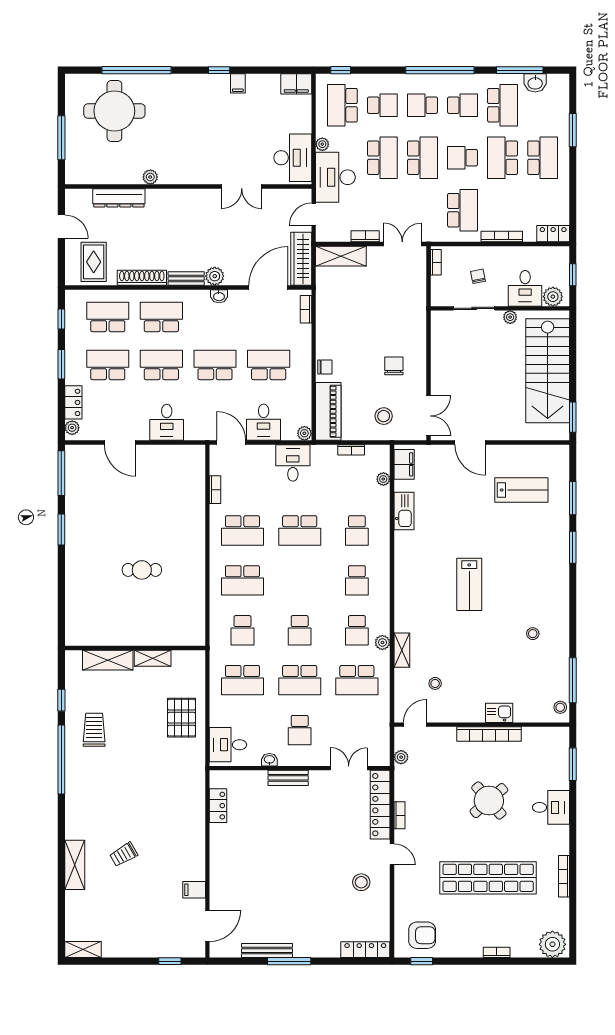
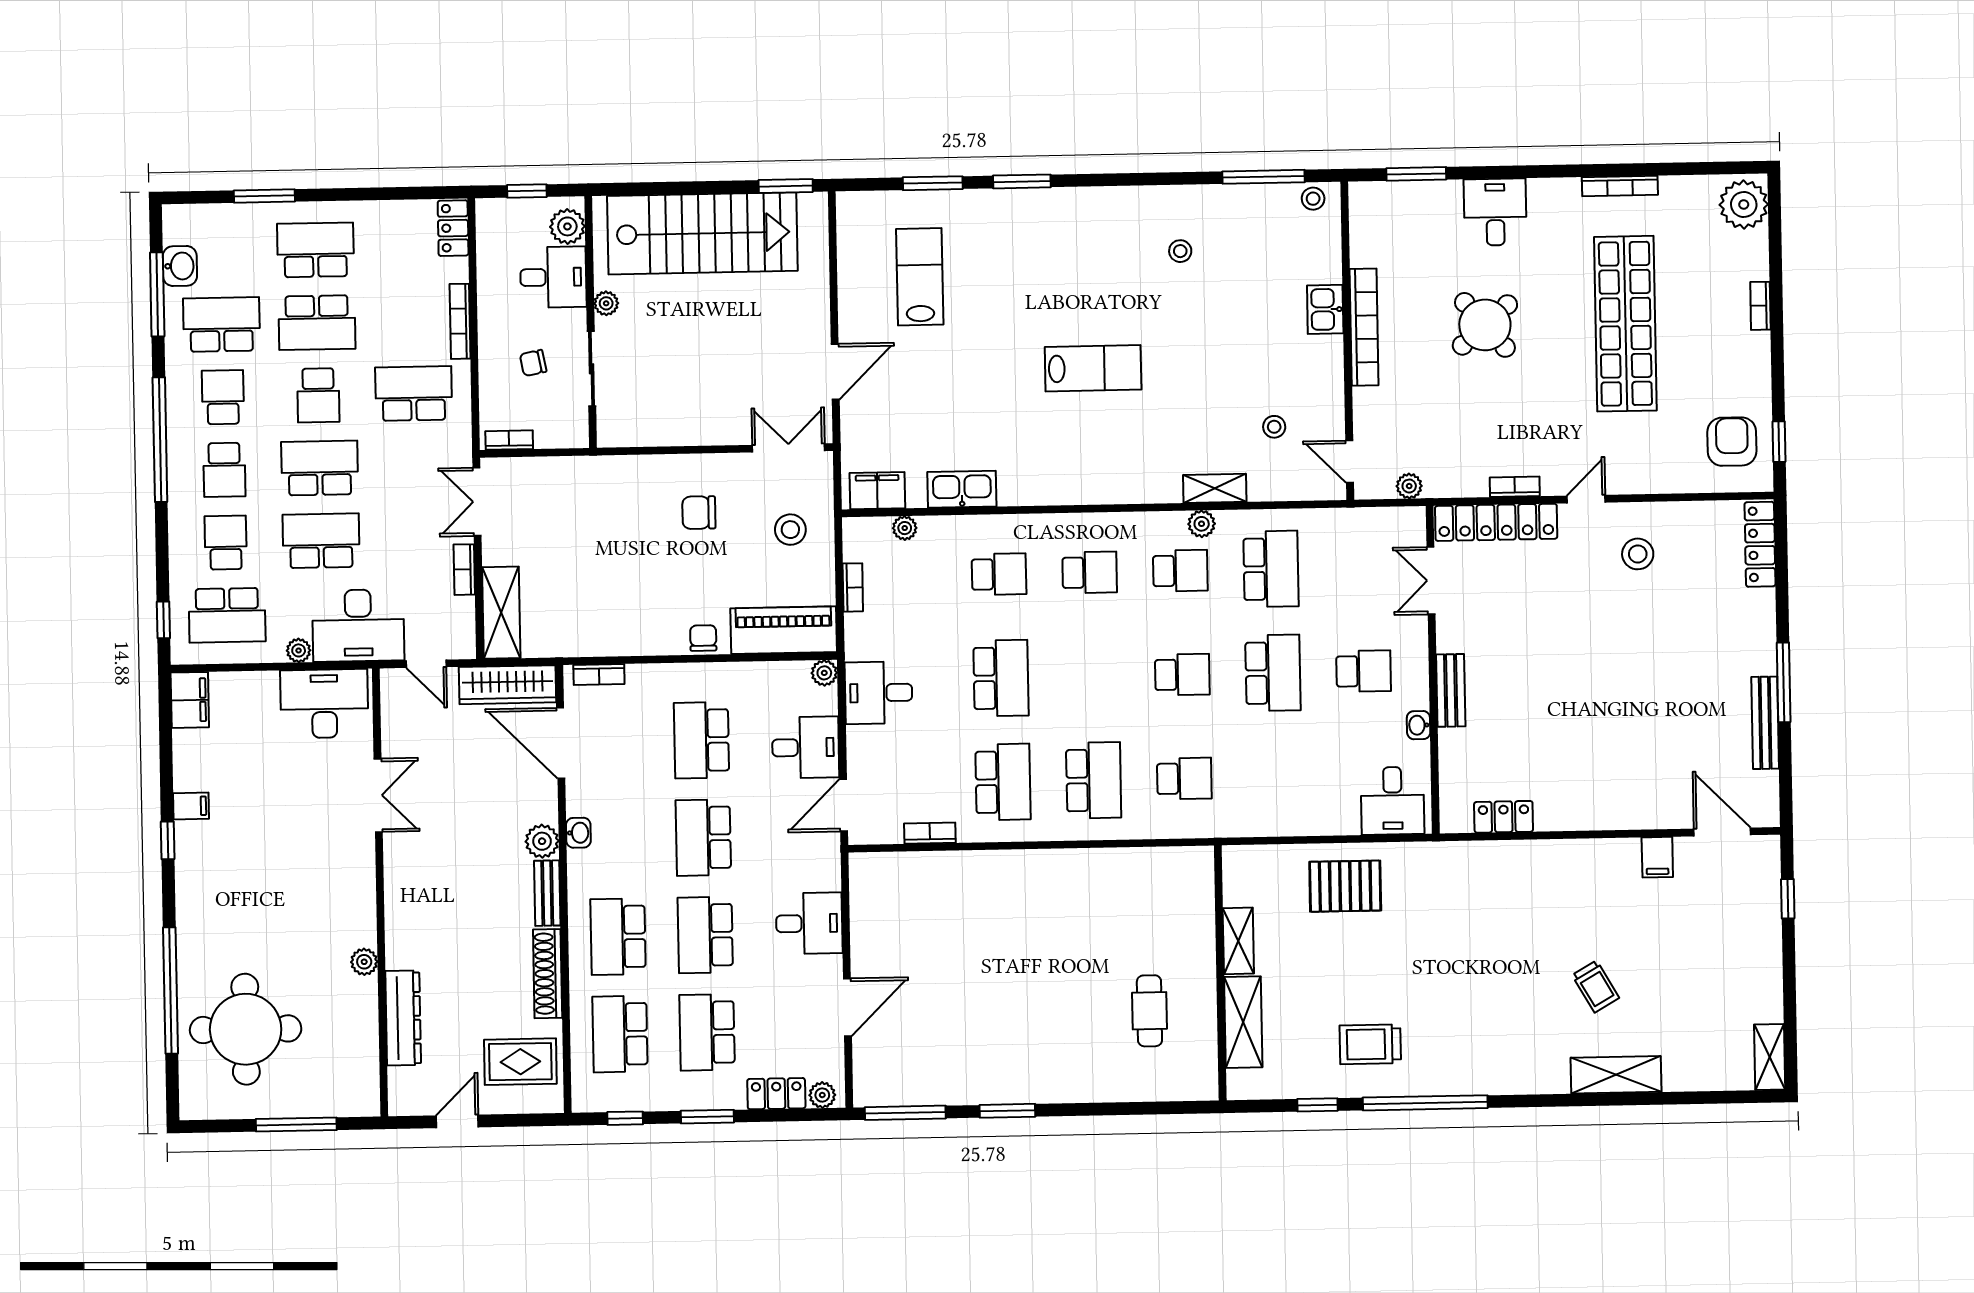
cafe table: (142, 570) -> (1149, 1011), moved
school desk: (242, 680) -> (1275, 777), removed

